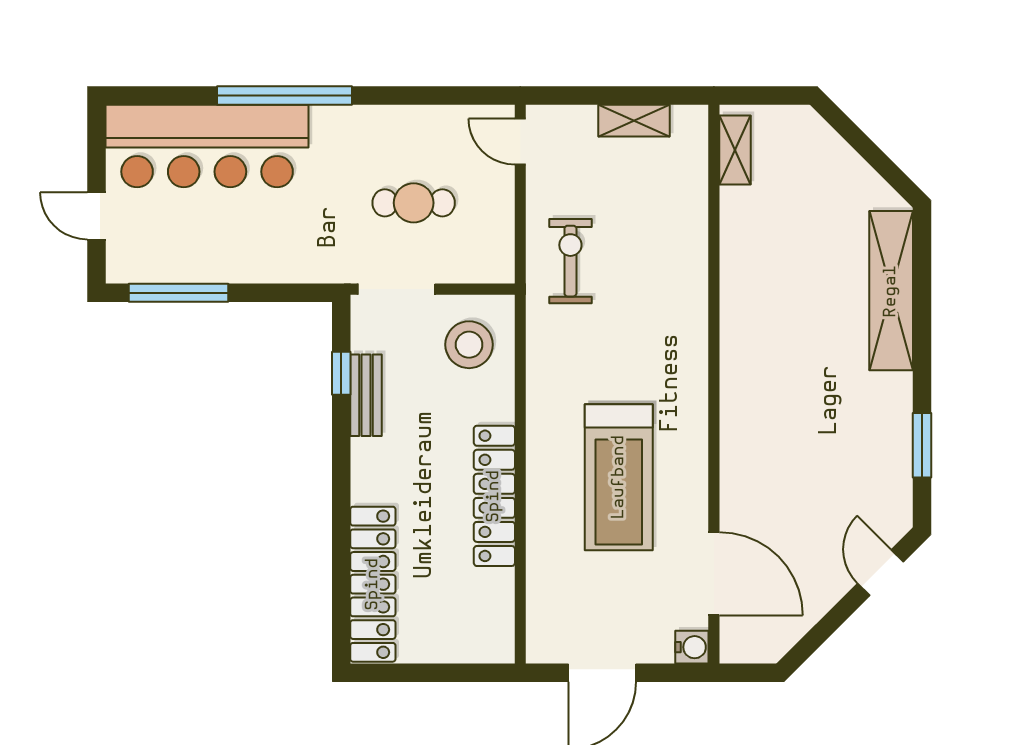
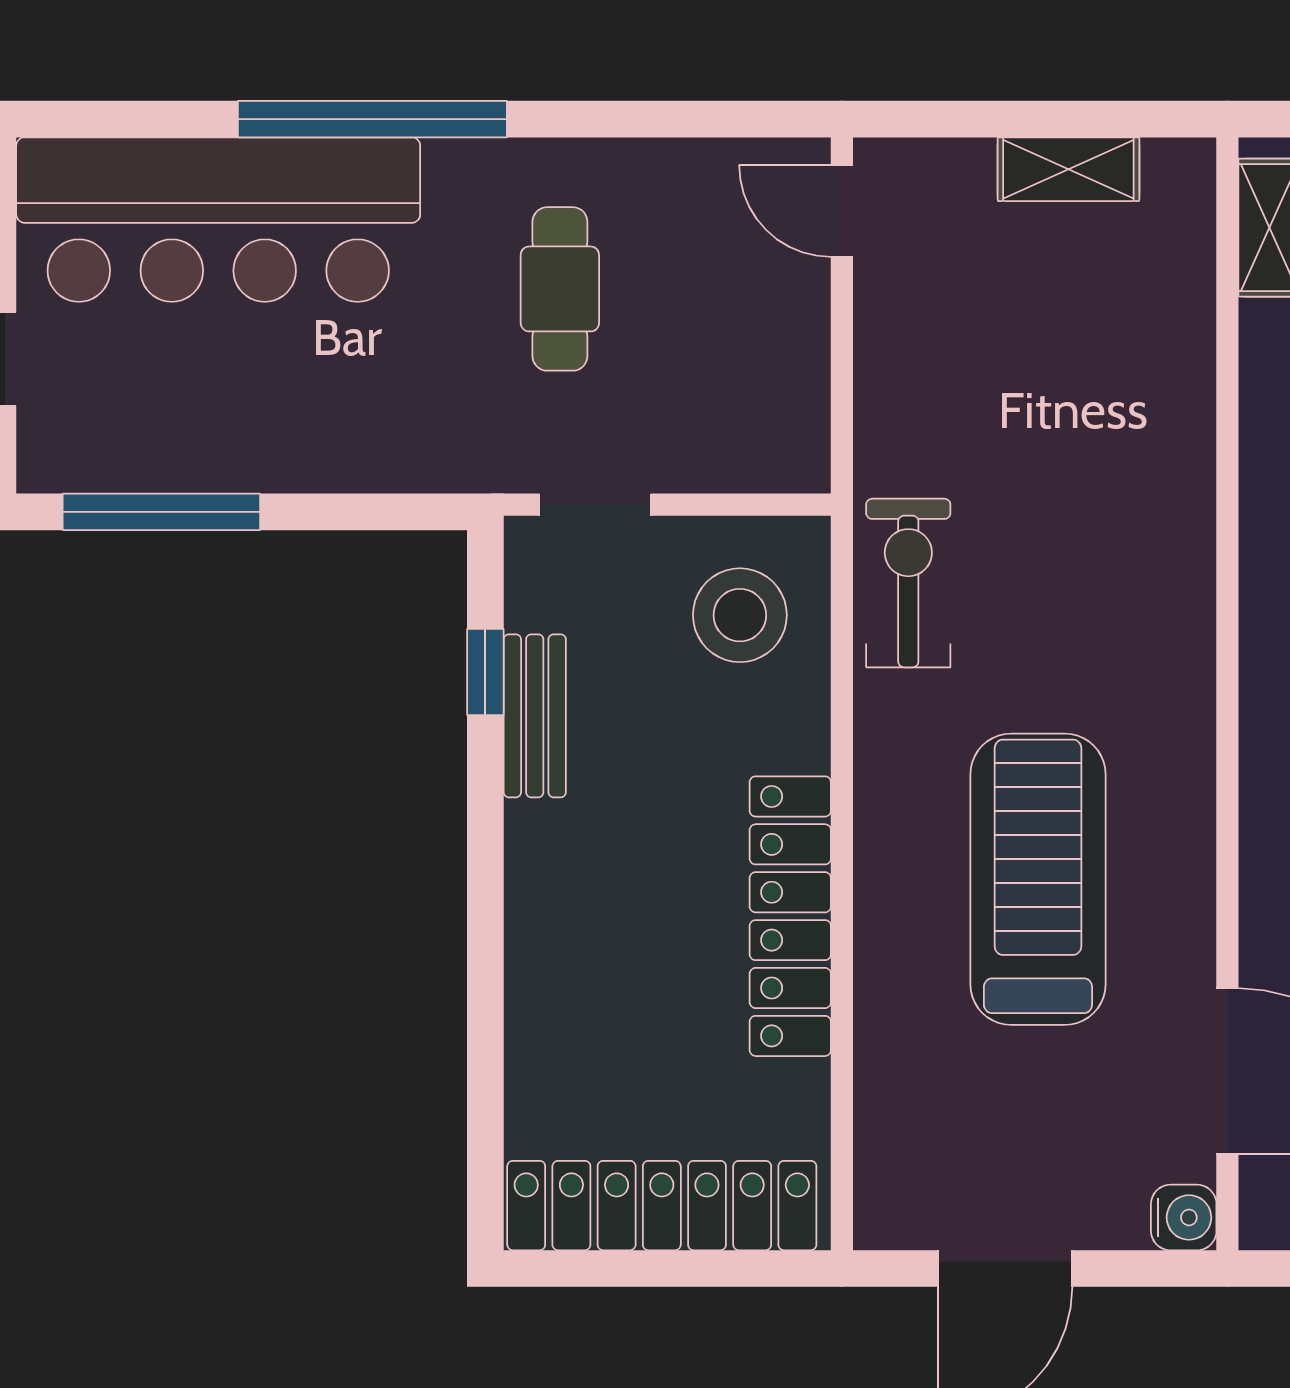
cafe table: (414, 203) -> (560, 289), moved, turned 90
exercise bike: (570, 261) -> (908, 583), moved
doorway: (396, 289) -> (595, 505), width x0.73
treadmill: (619, 477) -> (1038, 879), turned 180
locker: (373, 584) -> (662, 1206), moved, turned -90

